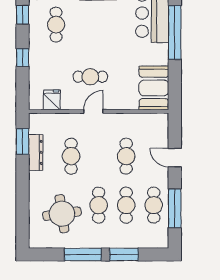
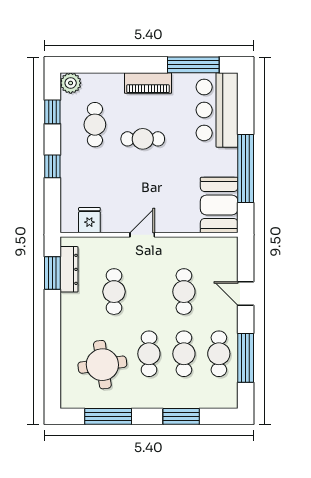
window: (175, 32) -> (246, 169), moved
cafe table: (90, 77) -> (143, 139), moved
dresser: (36, 152) -> (69, 269), moved
window: (83, 254) -> (108, 416), moved

